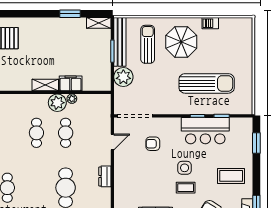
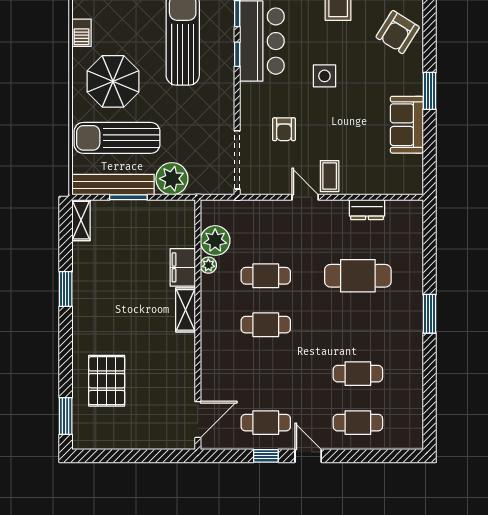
window: (70, 14) -> (66, 289), moved
sun lounger: (148, 44) -> (117, 138), width x1.36, depth x1.34
plant: (57, 103) -> (215, 241), moved
door: (112, 142) -> (305, 197), moved
dresser: (105, 176) -> (367, 210), moved
coffee table: (186, 188) -> (330, 176), moved

